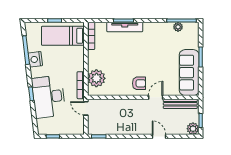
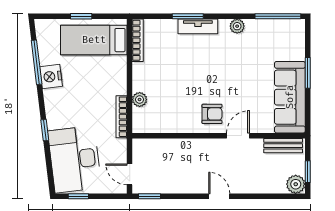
tv unit: (125, 27) -> (198, 26), width x0.71
plant: (178, 27) -> (237, 26), moved
plant: (96, 78) -> (140, 100), width x0.53, depth x0.53
desk: (49, 97) -> (75, 159), moved
bench: (180, 104) -> (283, 146), width x0.73
door: (86, 108) -> (130, 174), moved
door: (159, 136) -> (219, 196), moved

